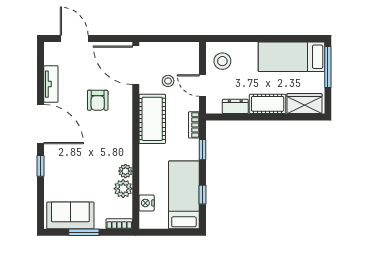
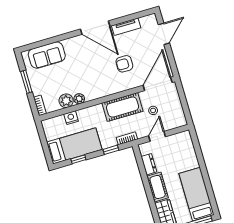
stool: (222, 61) -> (179, 145), removed
door: (41, 124) -> (95, 28), hinge flipped
window: (41, 166) -> (65, 36), removed
nightstand: (147, 203) -> (71, 118), moved
sofa: (70, 215) -> (47, 55), moved, turned 90

